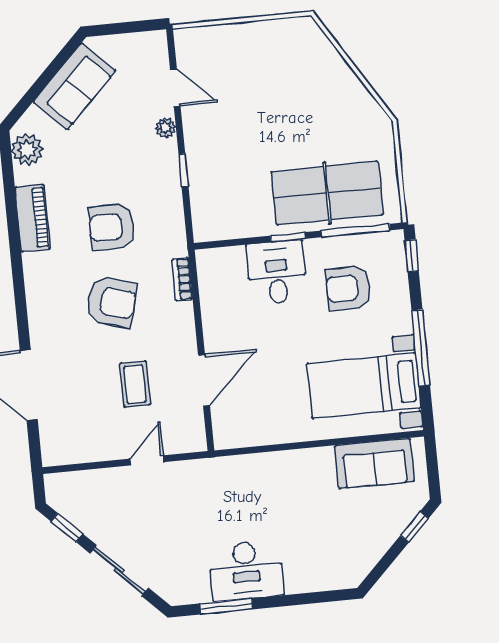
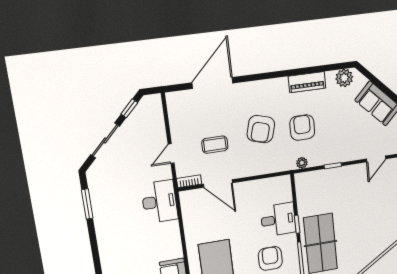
plant: (165, 128) -> (302, 163), moved
bookcase: (182, 279) -> (189, 181), moved
door: (147, 460) -> (171, 154), swing flipped
desk: (246, 571) -> (159, 202), moved, turned 180

